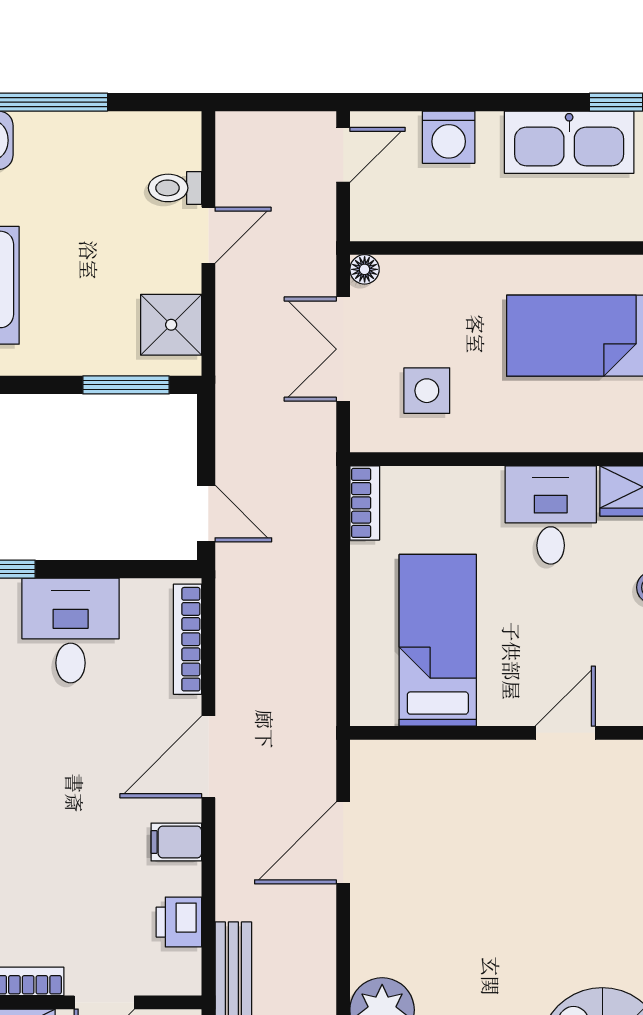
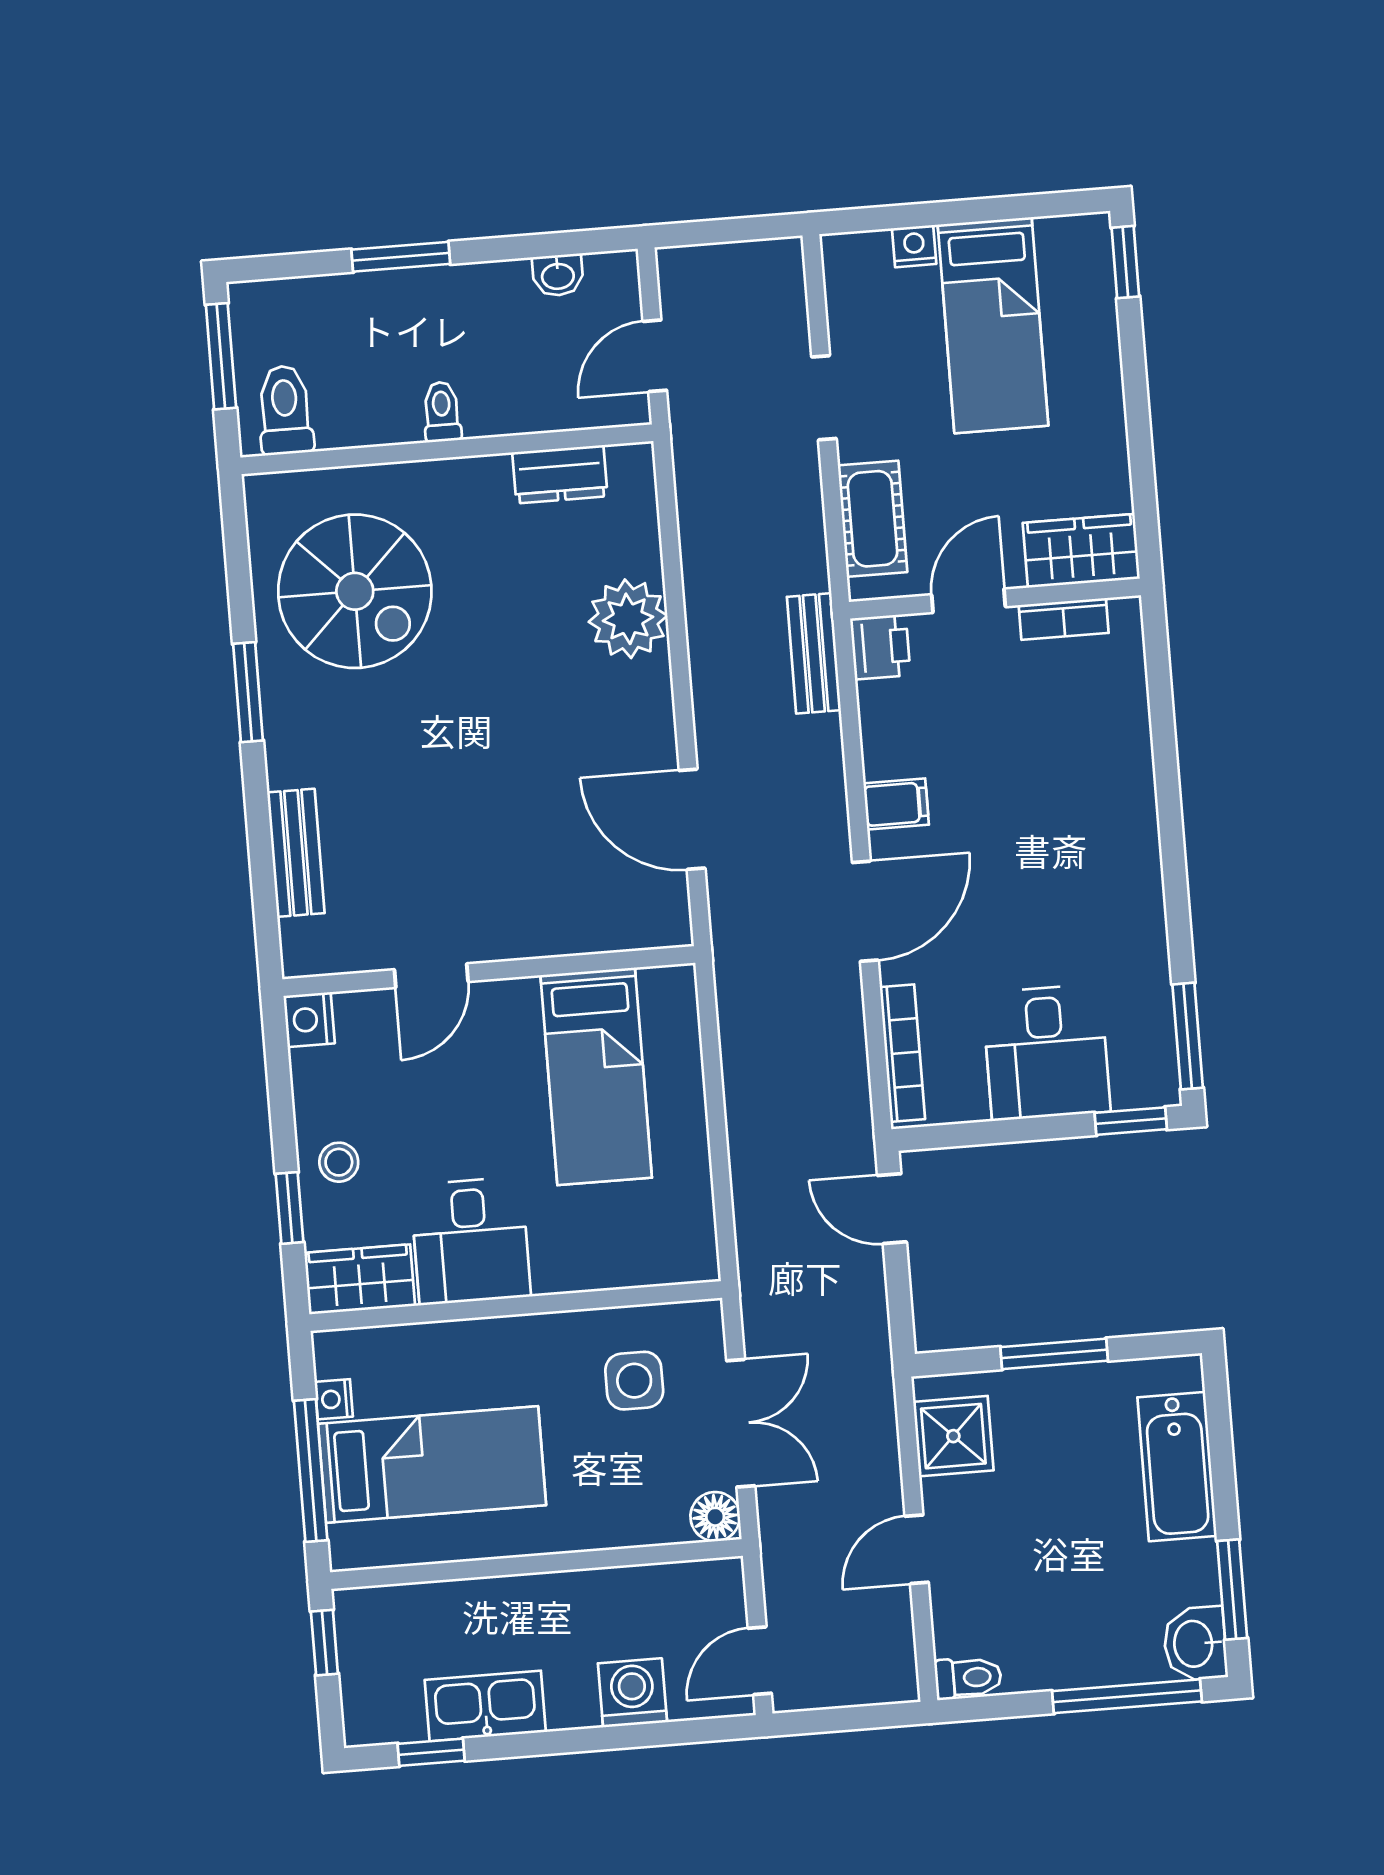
kitchen sink: (569, 142) -> (485, 1706), width x0.73, depth x0.81
toilet: (175, 188) -> (968, 1678), moved
floor lamp: (365, 269) -> (715, 1517), width x1.37, depth x1.37
window: (126, 385) -> (1054, 1354), moved
bookcase: (365, 503) -> (699, 1237), removed
door: (343, 843) -> (692, 819), swing flipped
printer: (179, 922) -> (880, 647), moved

